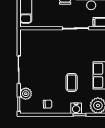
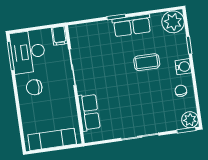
row of seats: (41, 36) -> (89, 112), added
plant: (26, 94) -> (190, 120), moved
water cooler: (76, 108) -> (183, 67), moved

